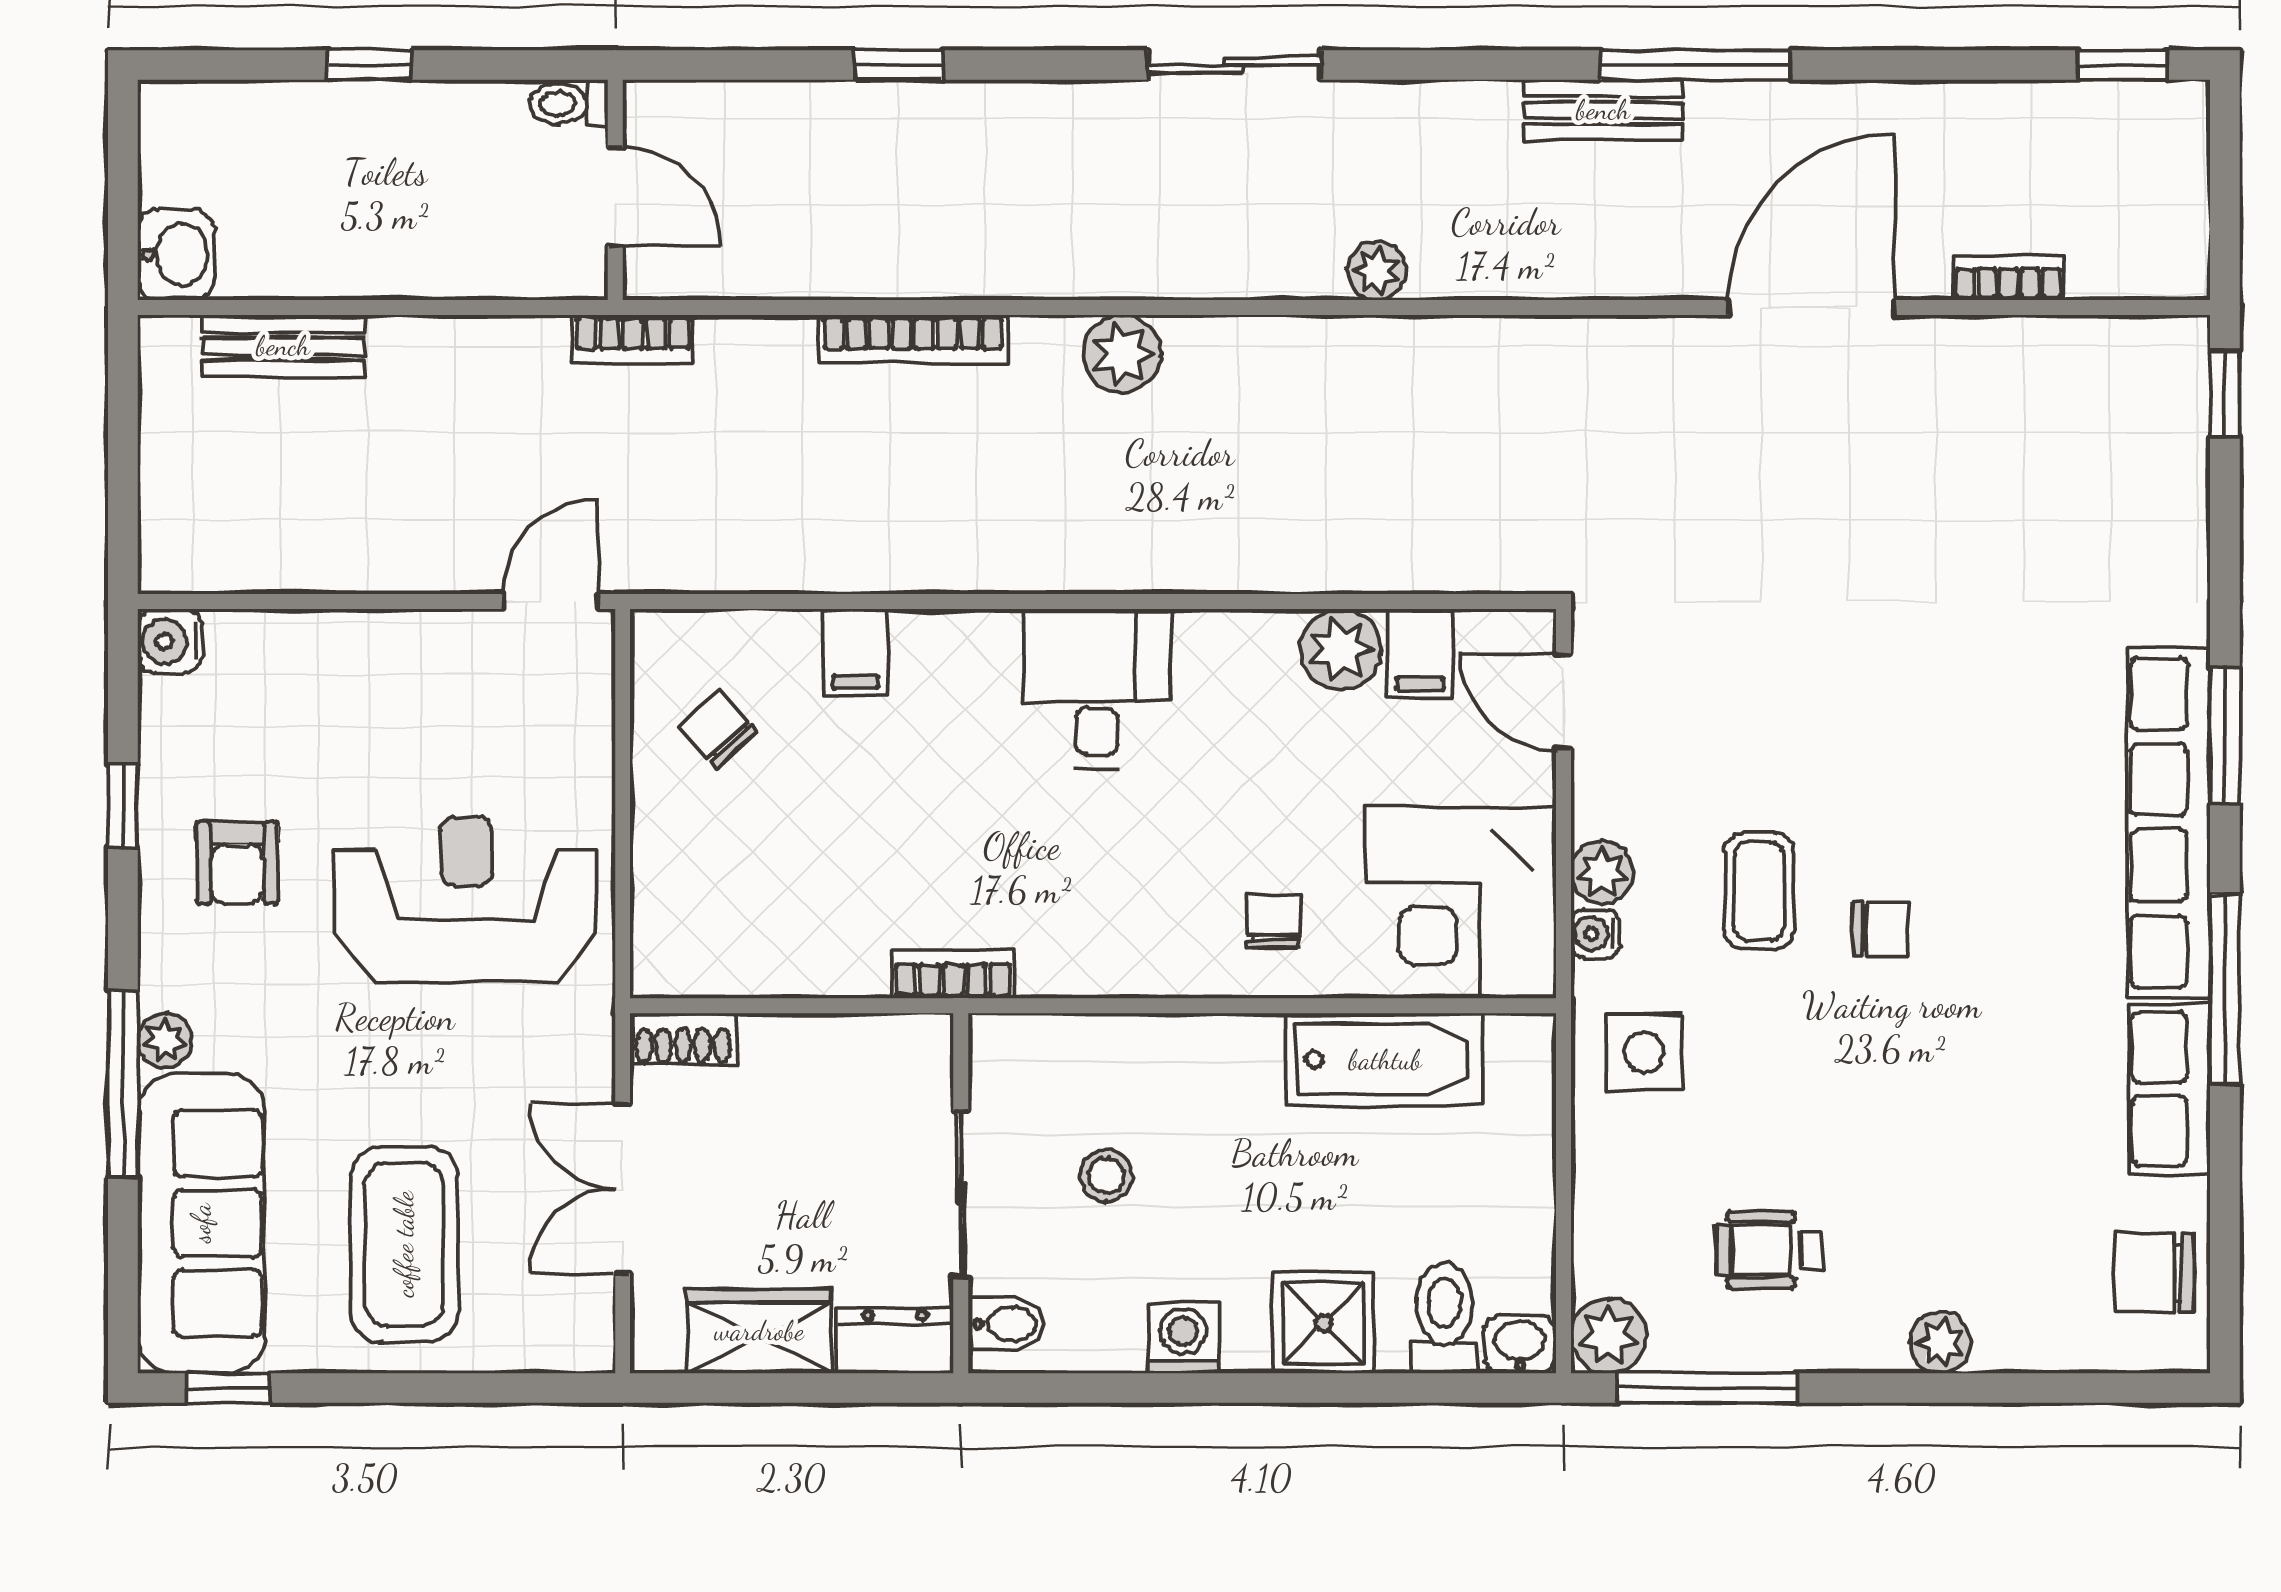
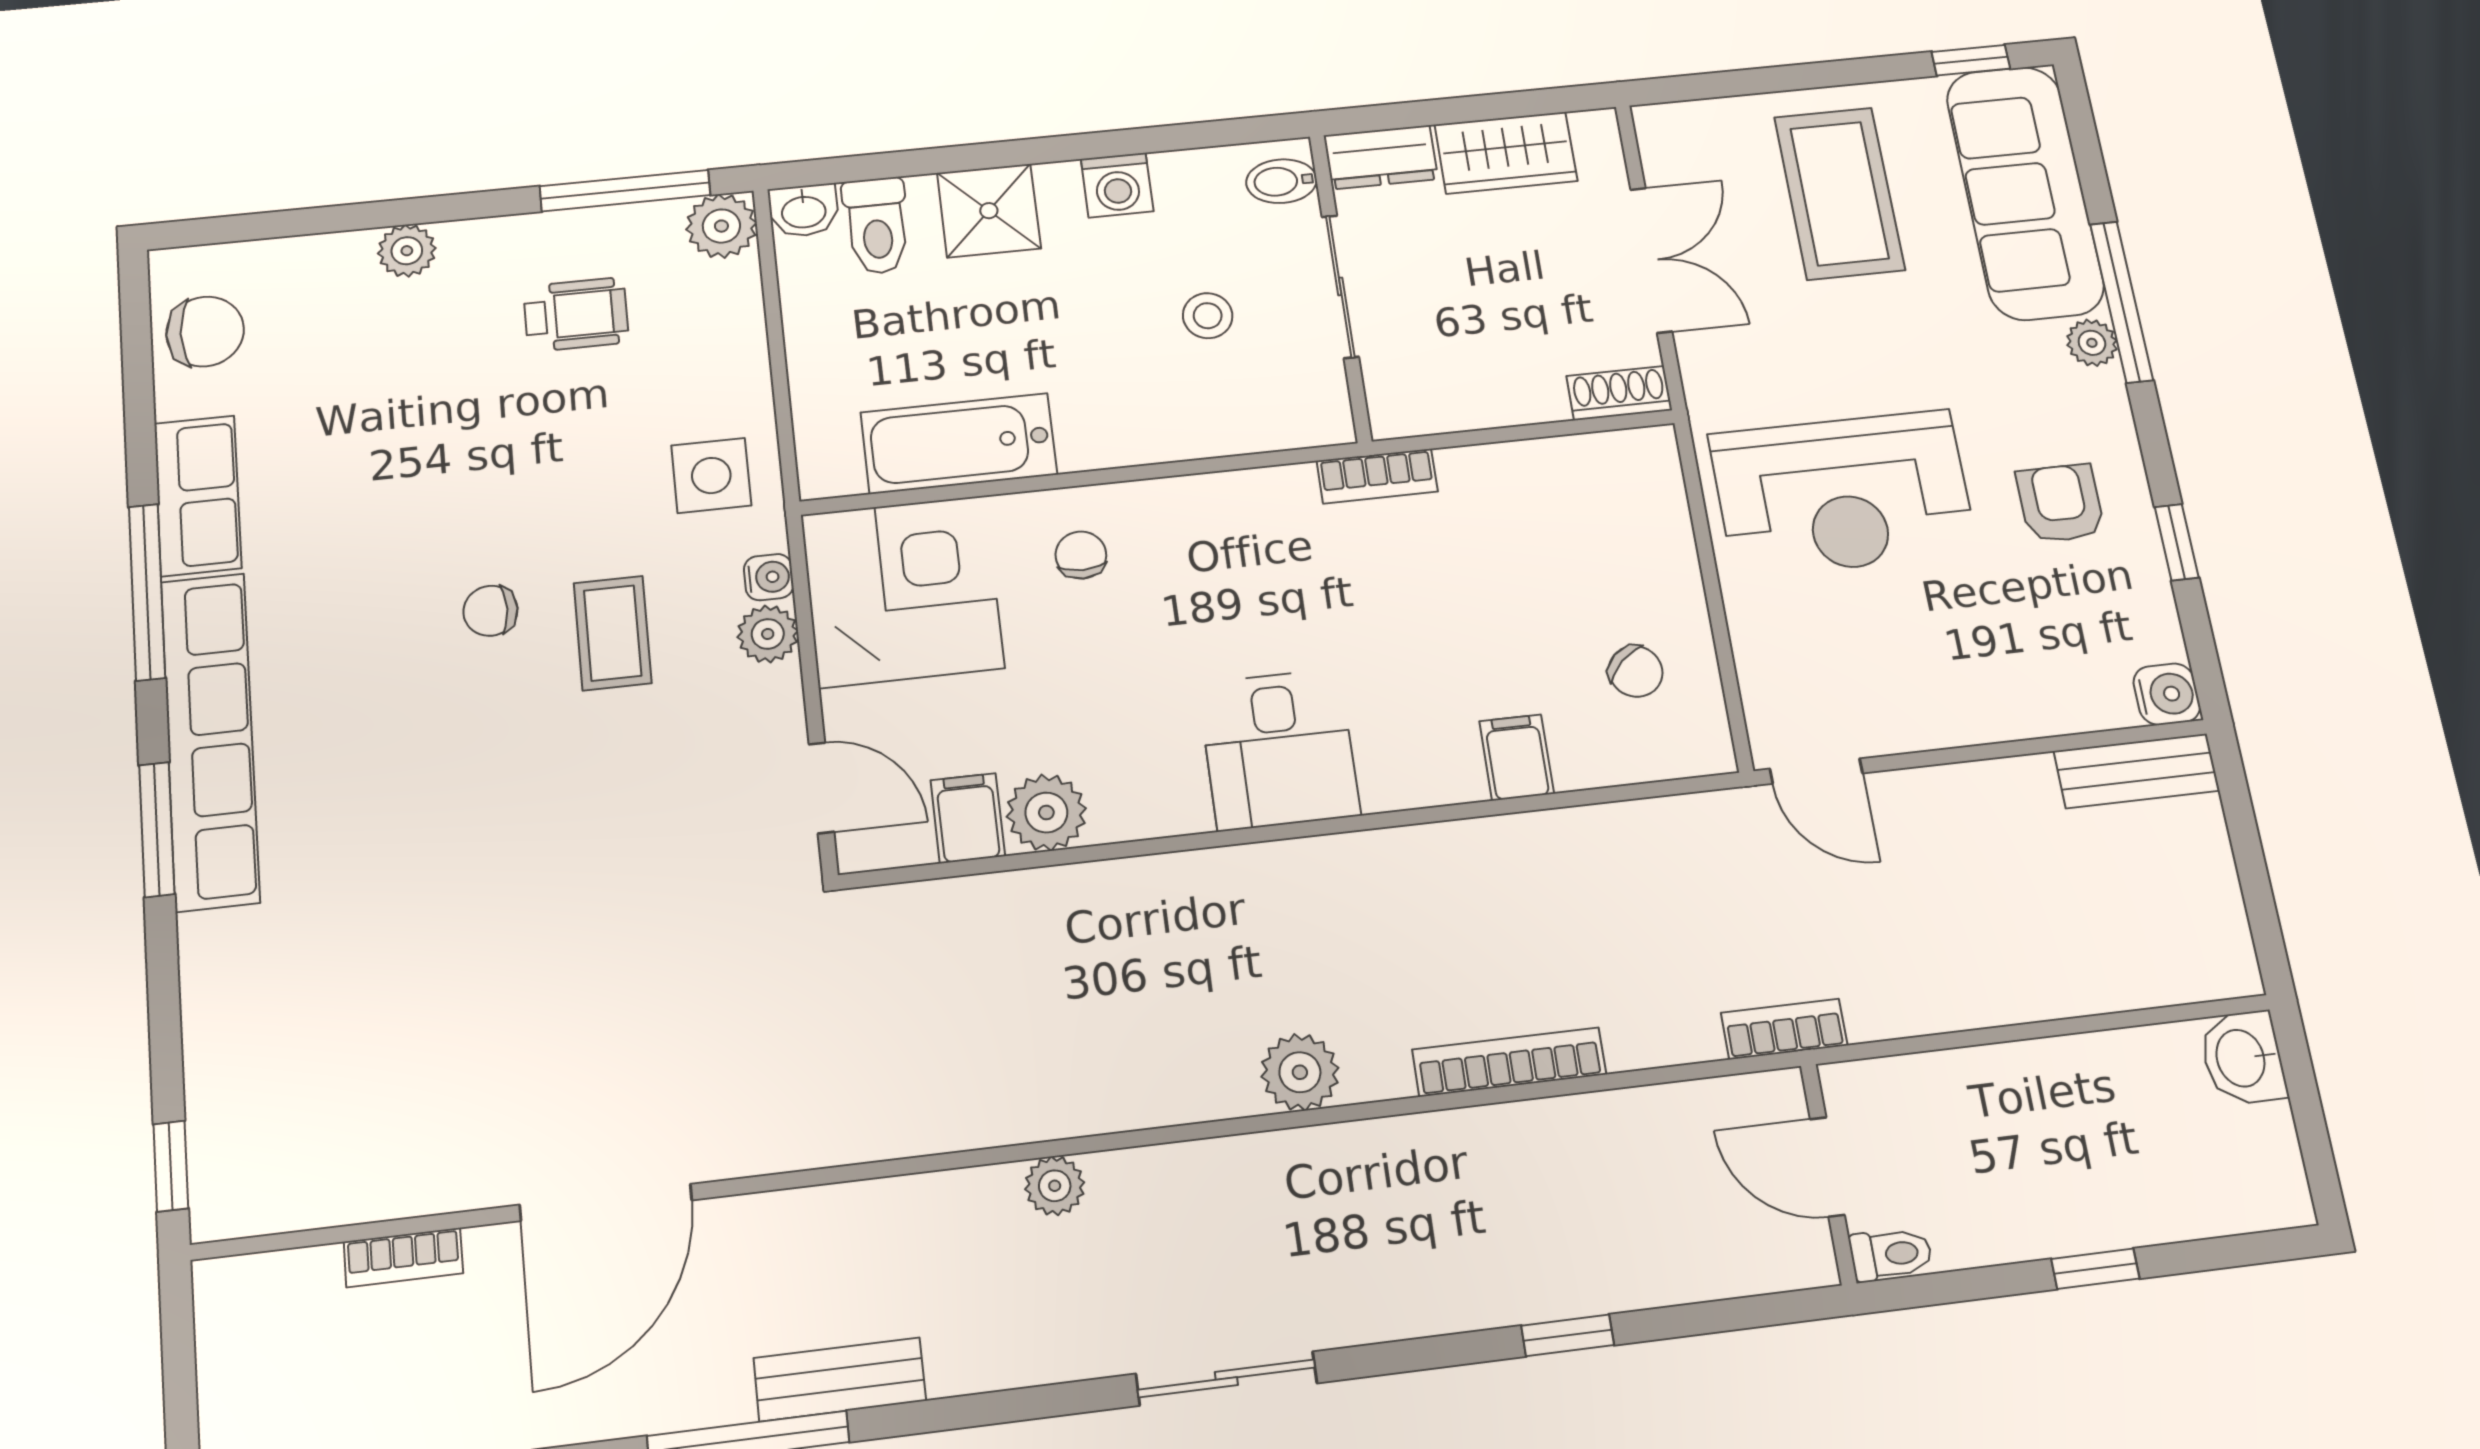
bench: (283, 346) -> (2137, 771), moved
door: (551, 602) -> (1816, 771), hinge flipped
chair: (1273, 922) -> (1081, 555), turned 180

